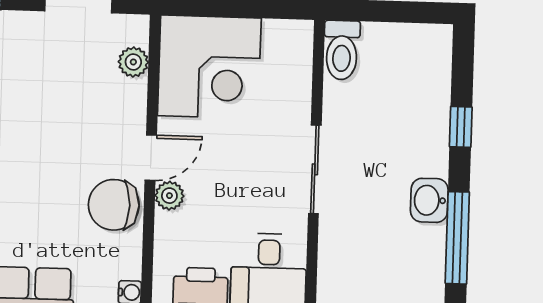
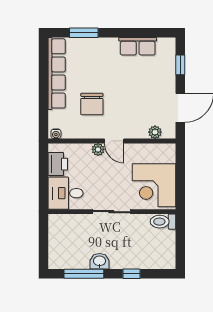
corner desk: (209, 67) -> (154, 185), moved
chair: (114, 205) -> (92, 104), moved, turned 180

